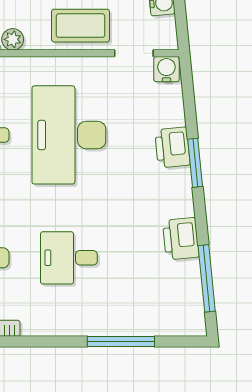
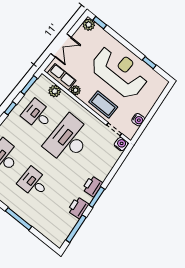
printer: (172, 147) -> (92, 186), moved
window: (195, 163) -> (97, 197), moved
window: (121, 342) -> (19, 219), moved

